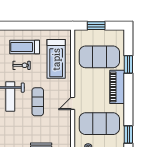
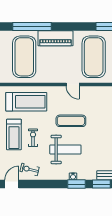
window: (128, 64) -> (32, 27), width x2.11

